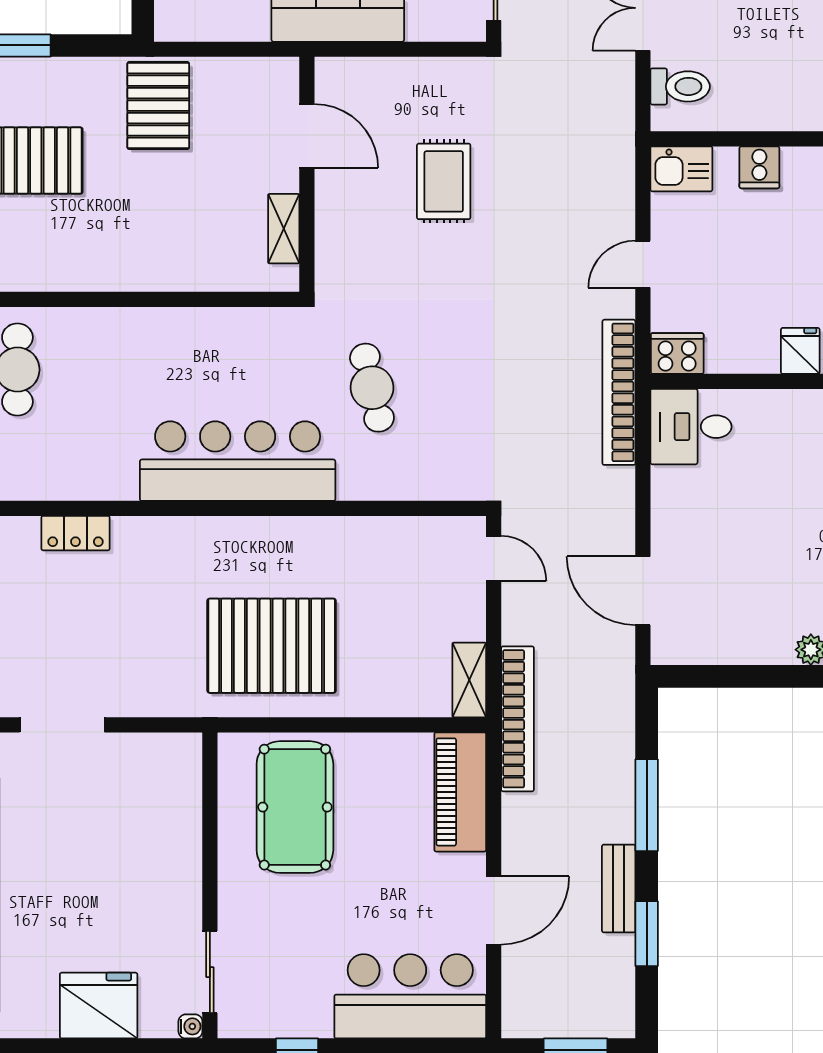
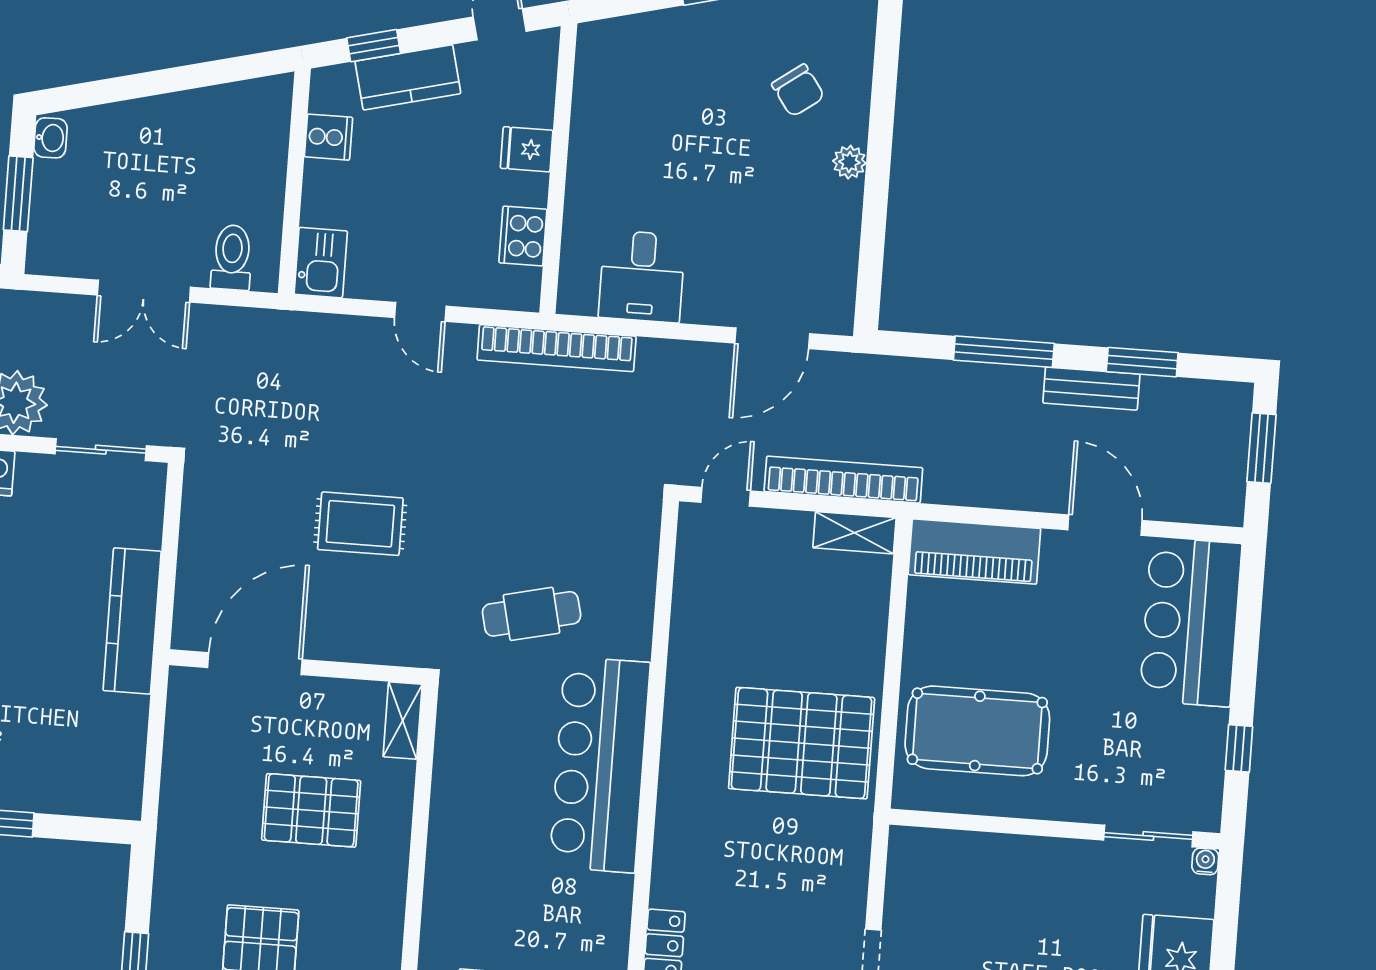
pallet: (158, 106) -> (311, 810), moved
door: (307, 136) -> (255, 664), width x1.36
cooker: (759, 167) -> (328, 137), moved
rug: (444, 181) -> (360, 524), moved
shelving: (284, 229) -> (403, 721), moved, turned 90
cooker: (677, 354) -> (523, 236), moved
desk: (691, 427) -> (642, 276), moved
pallet: (272, 646) -> (802, 743), turned 90
bookcase: (517, 719) -> (843, 480), moved

